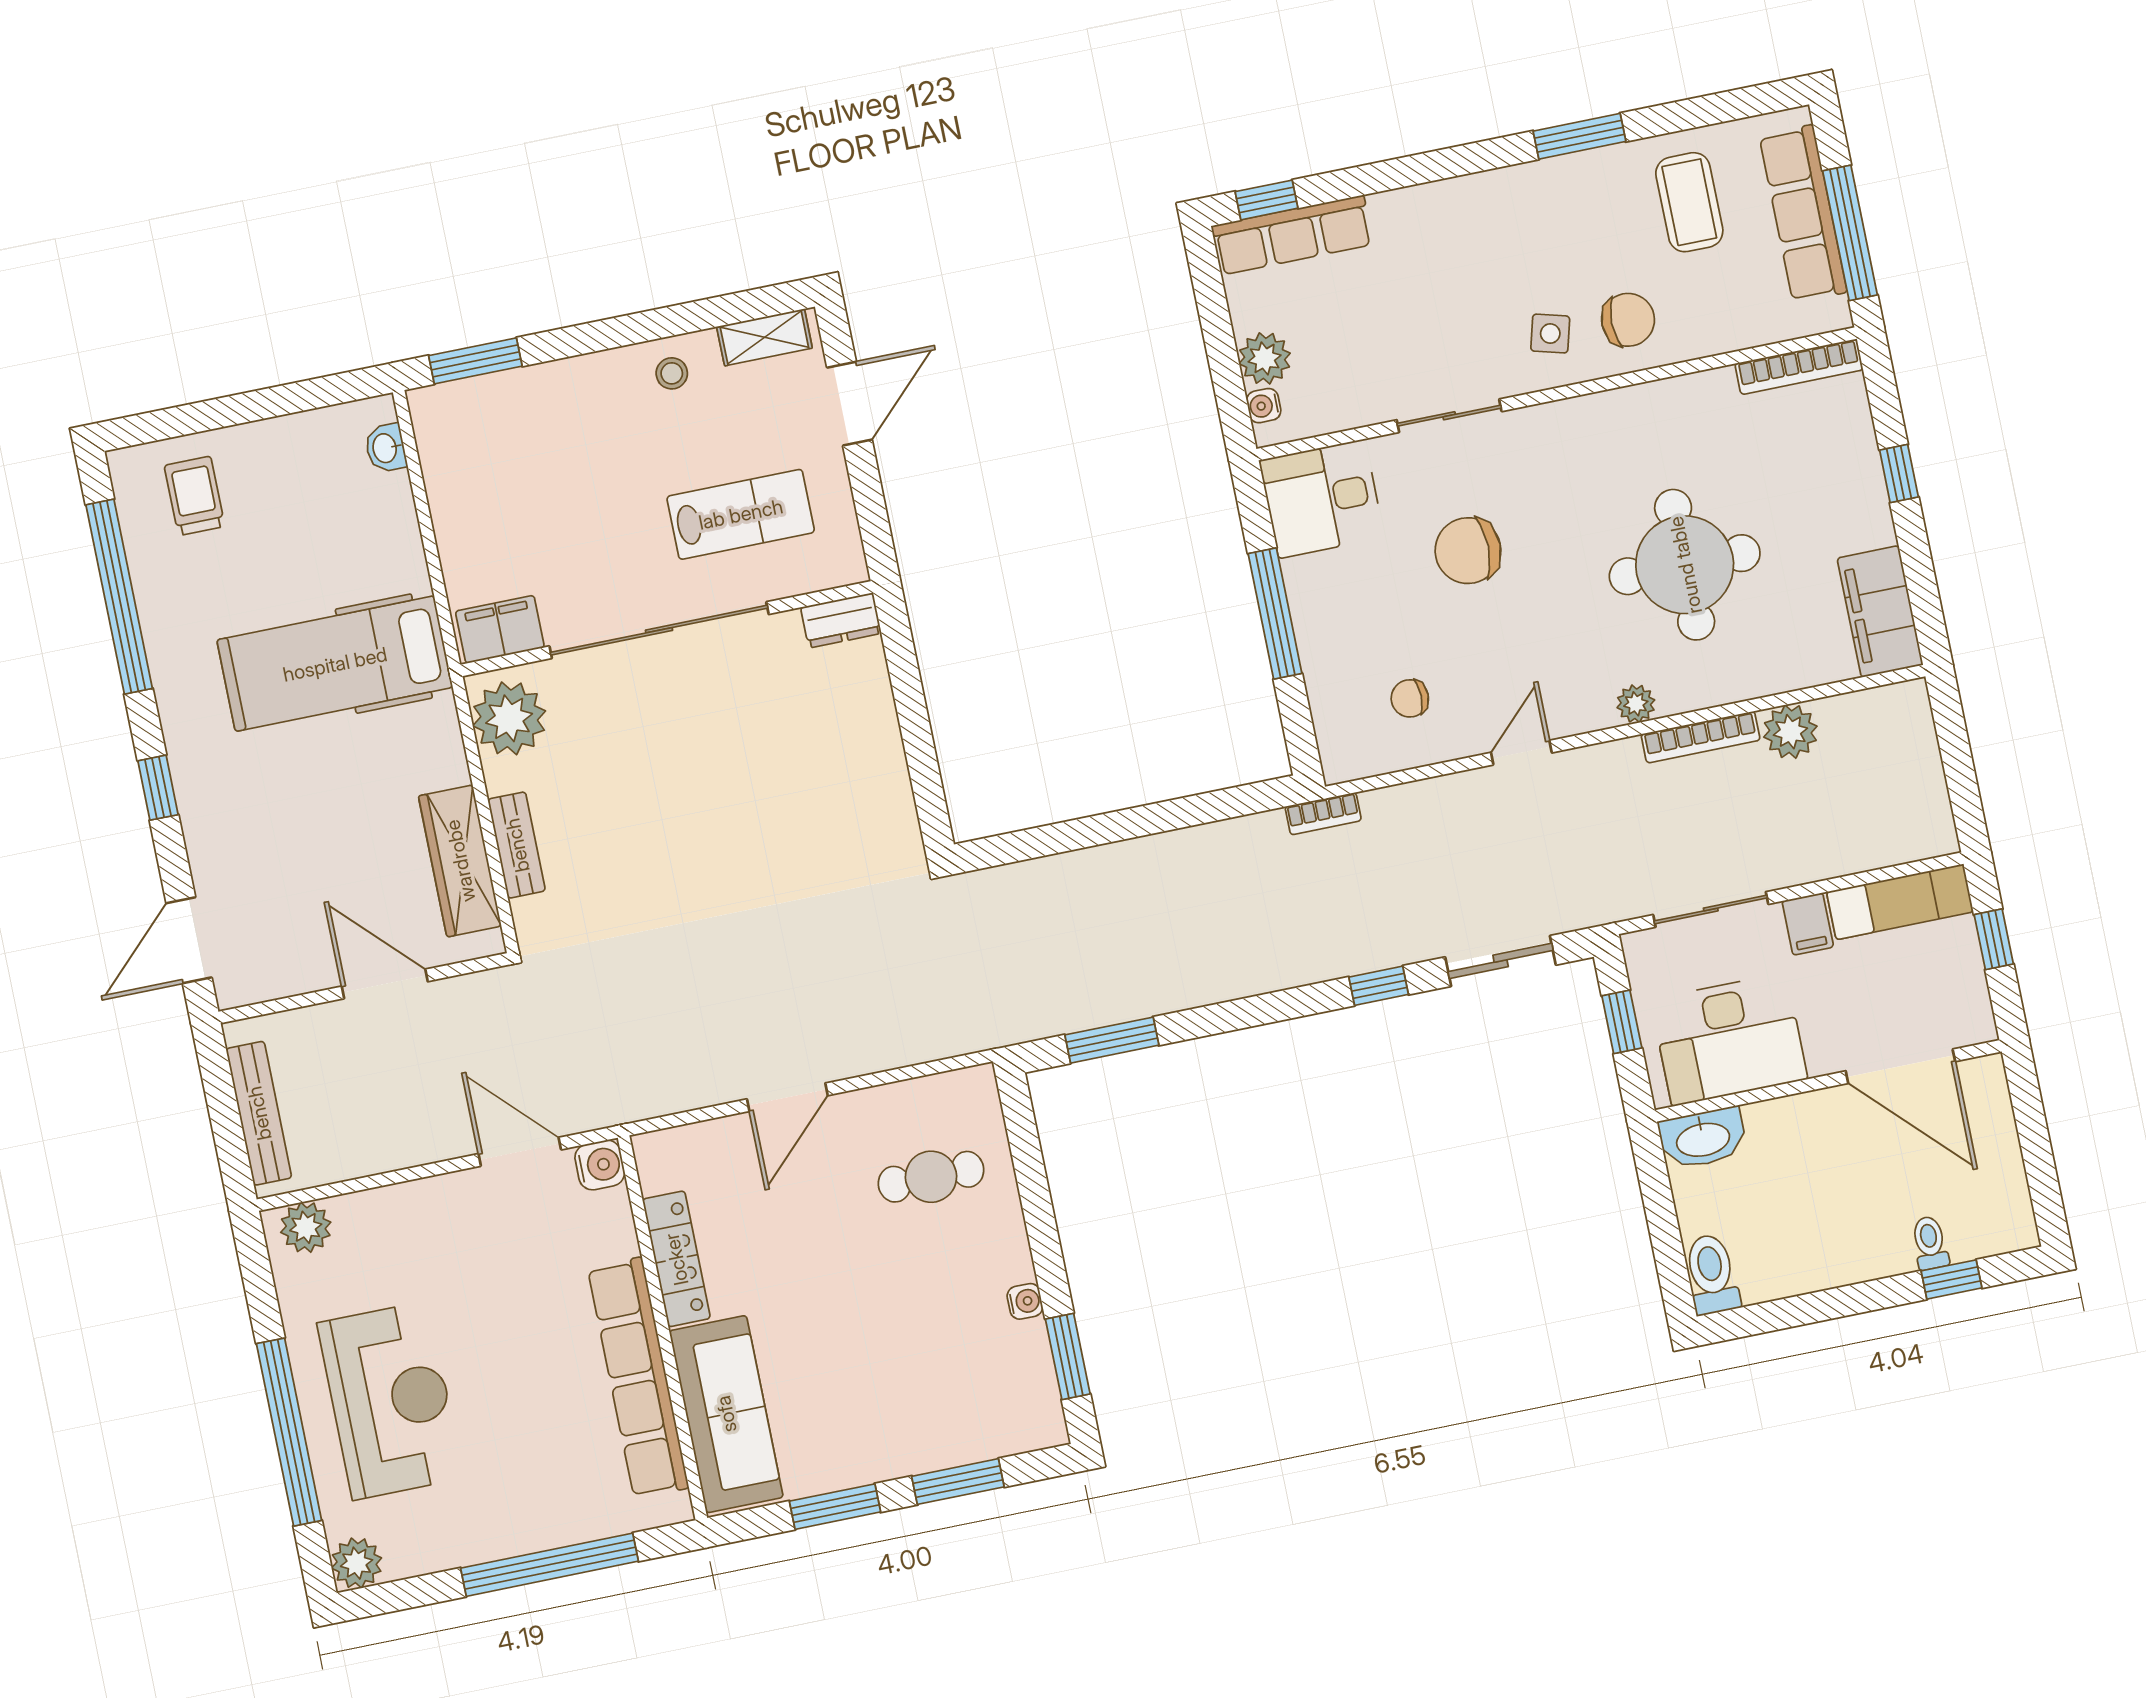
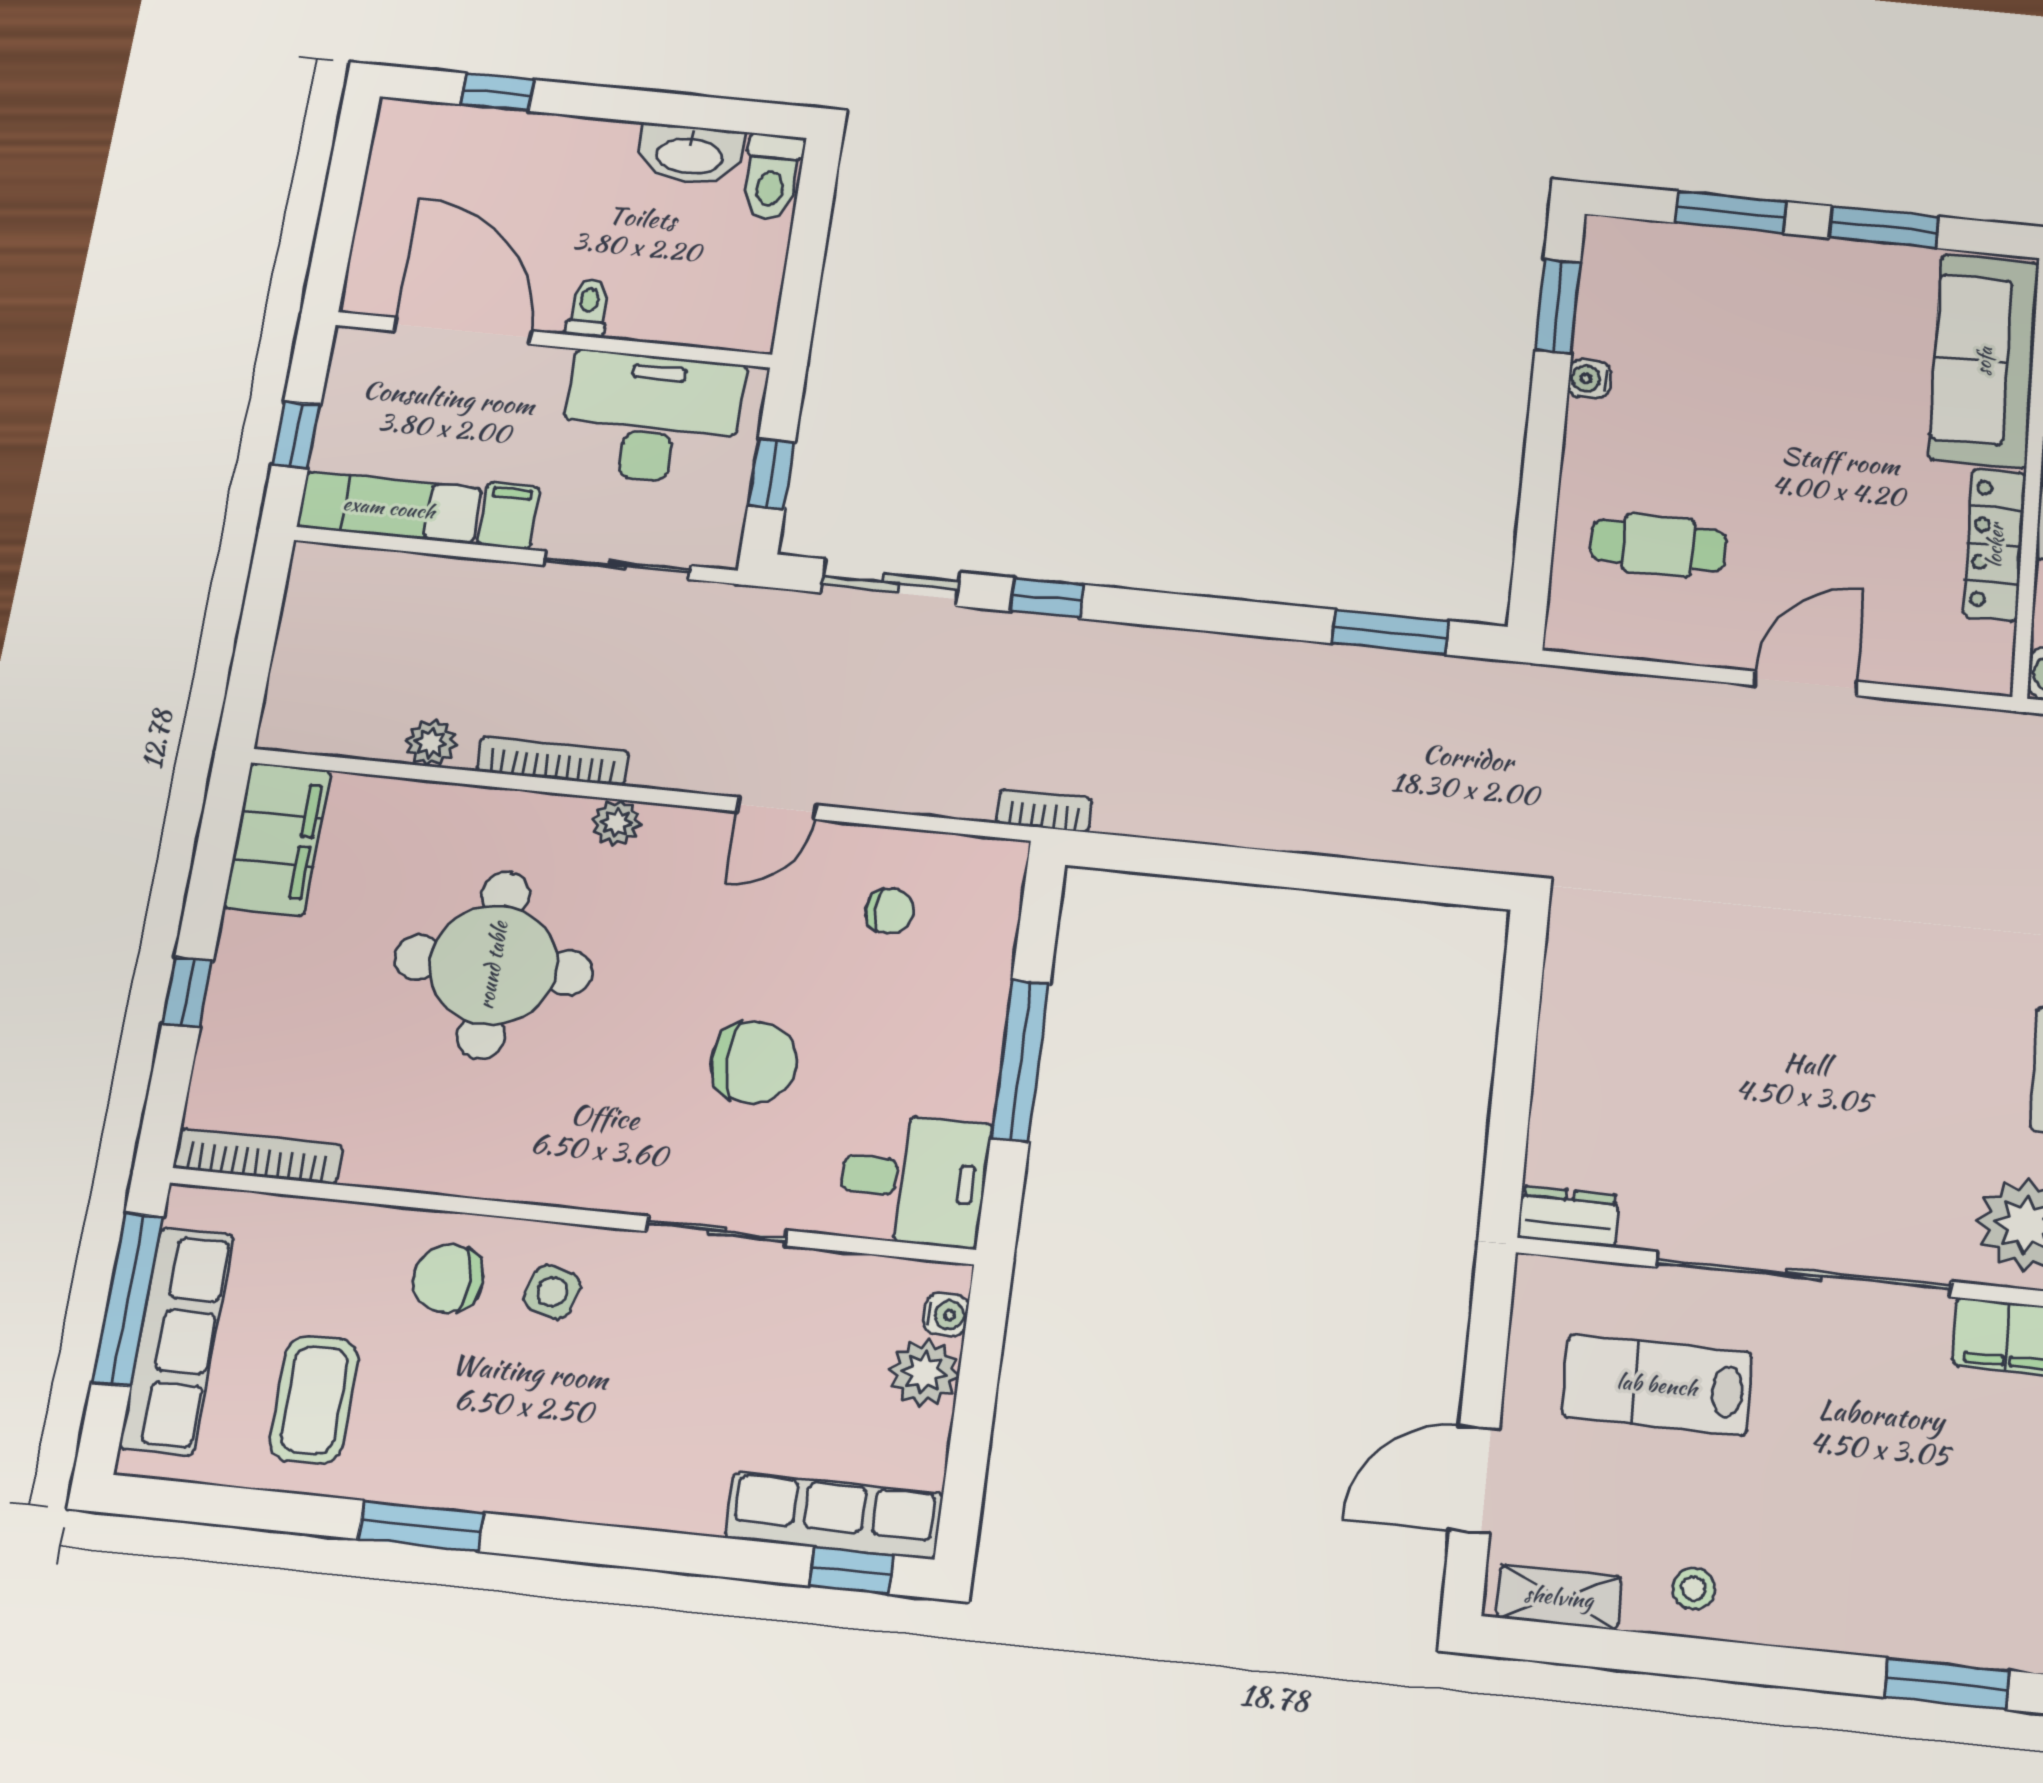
plant: (1790, 732) -> (431, 743), width x0.73, depth x0.73
washbasin: (1703, 1138) -> (690, 154), moved, turned 180
toilet: (1930, 1243) -> (588, 308), moved, turned 180

